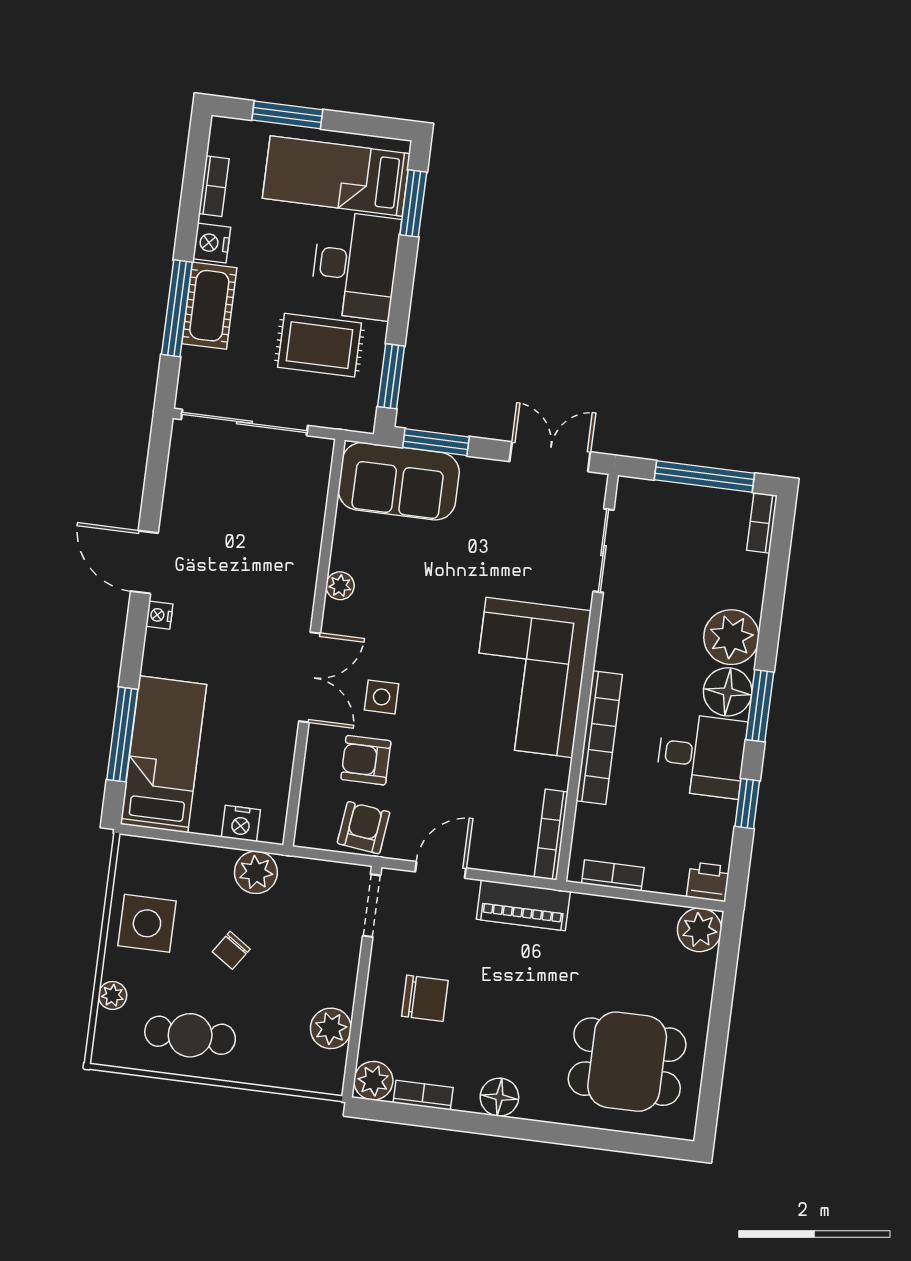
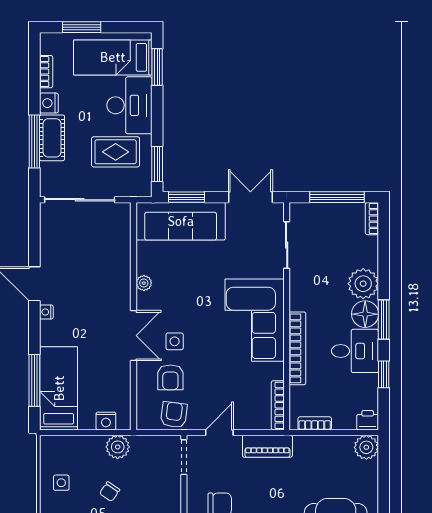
sofa: (399, 481) -> (181, 221), width x1.36
armchair: (366, 760) -> (170, 377), turned -90
side table: (147, 923) -> (61, 483), width x0.54, depth x0.54

